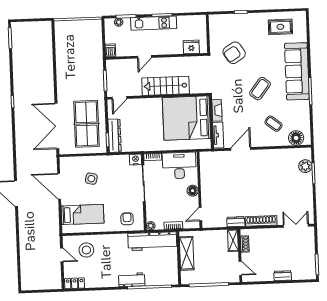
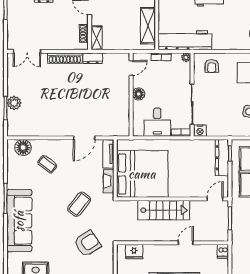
coffee table: (260, 89) -> (79, 204), moved
desk: (179, 165) -> (157, 122), width x0.73
plant: (305, 166) -> (14, 103), moved

